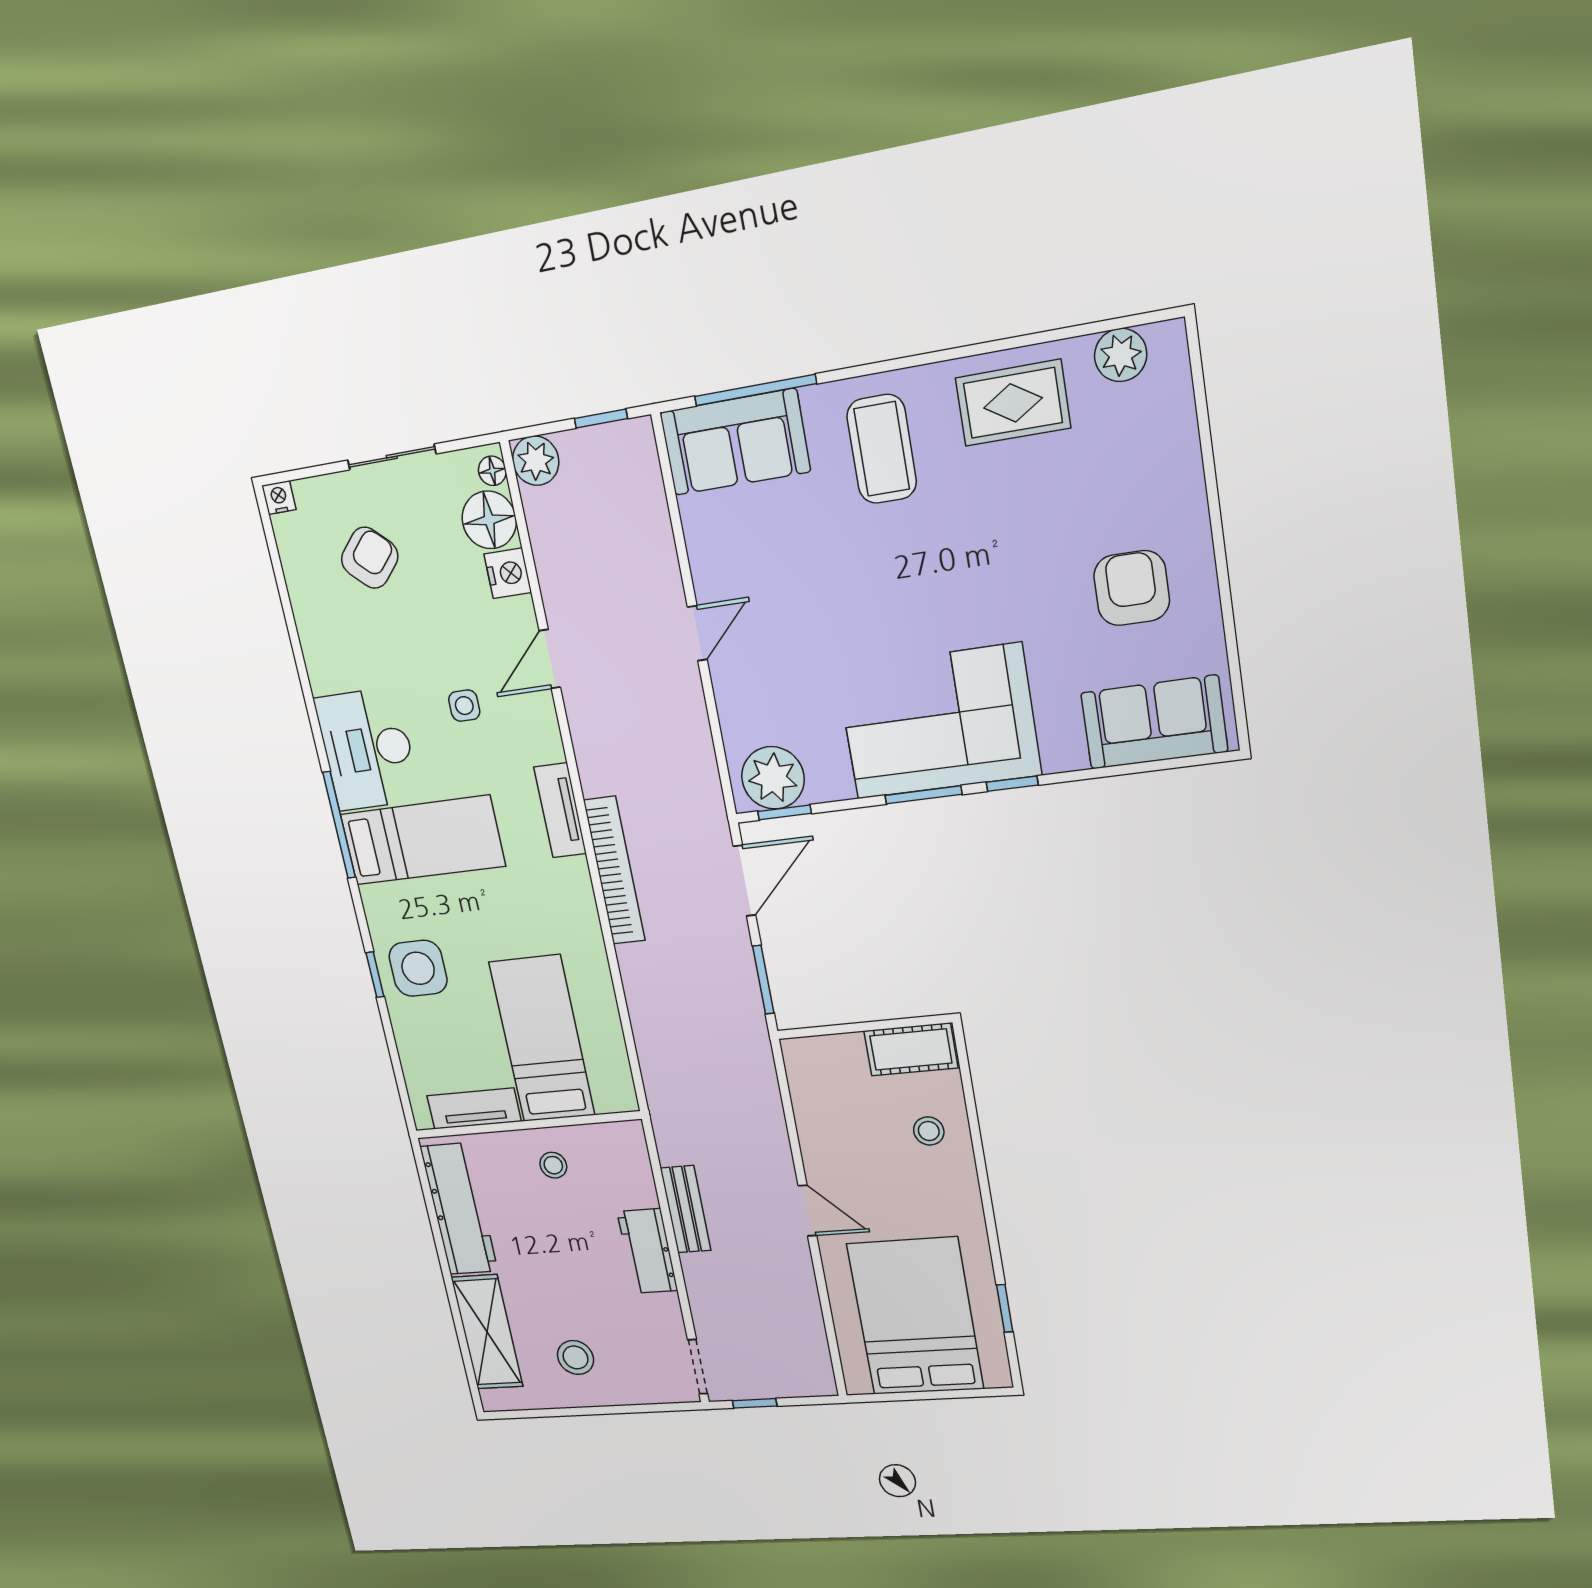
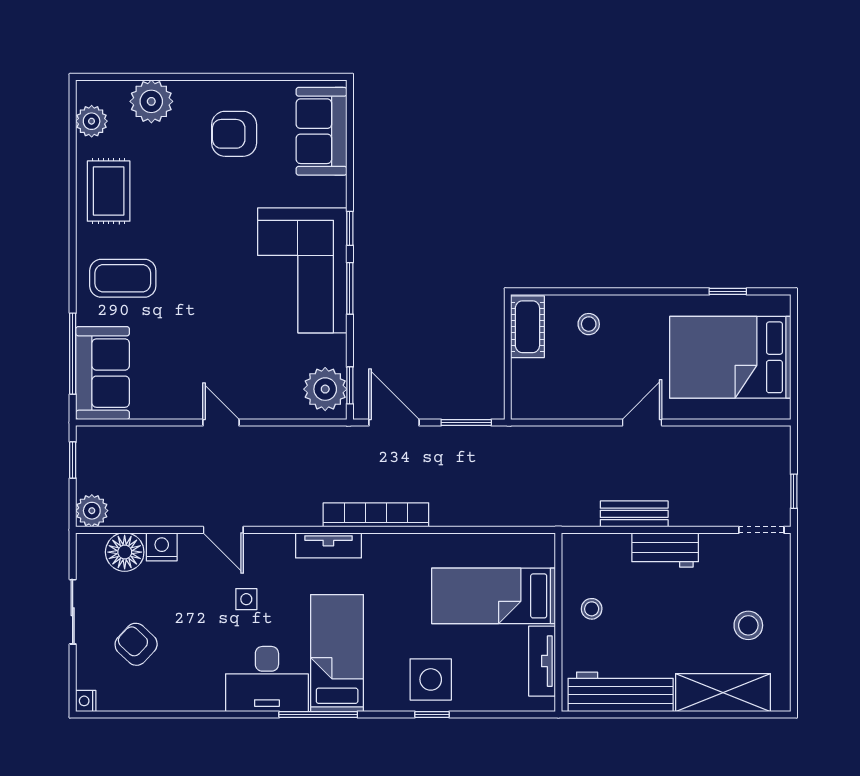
plant: (1166, 448) -> (151, 101), added
floor lamp: (492, 471) -> (93, 542), removed

